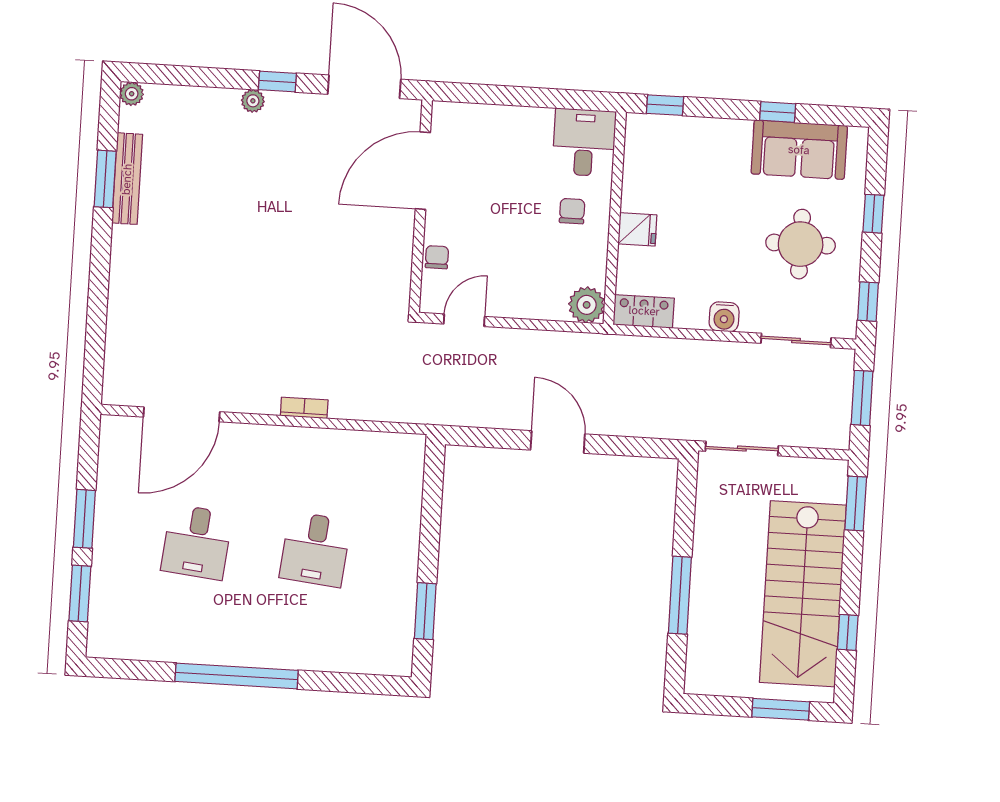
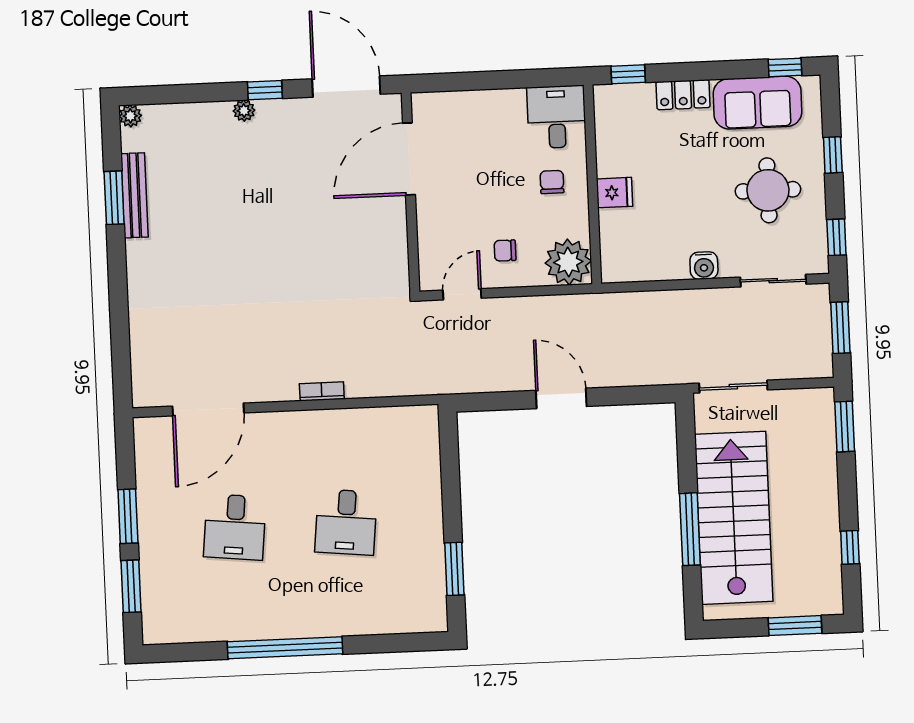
window: (778, 112) -> (785, 67), moved
chair: (437, 257) -> (505, 251), moved, turned -90
plant: (587, 305) -> (568, 262), width x1.36, depth x1.36
locker: (644, 311) -> (683, 95), moved, turned 180
stairs: (803, 594) -> (734, 518), moved, turned 180

